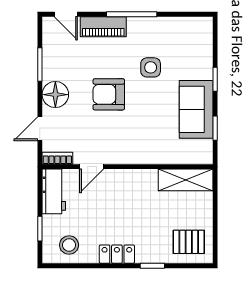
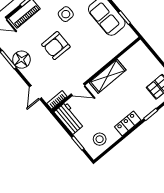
floor lamp: (55, 95) -> (21, 60), moved
door: (92, 167) -> (78, 90), hinge flipped
shelving: (186, 180) -> (108, 76), moved

